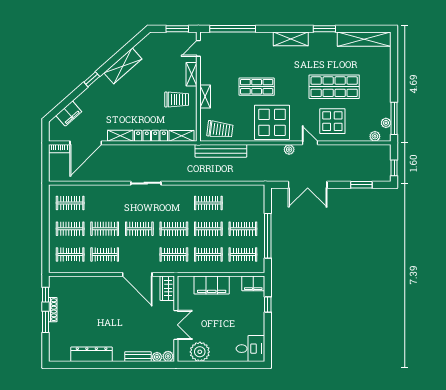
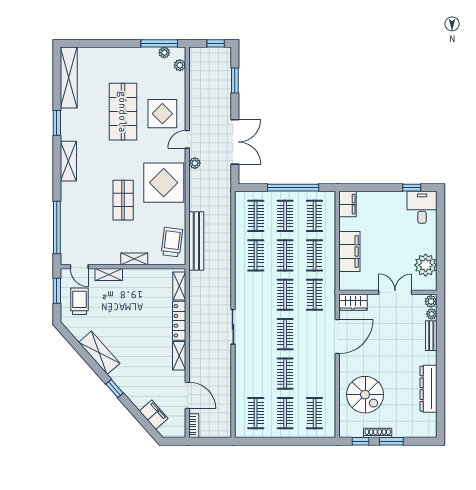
trolley: (177, 99) -> (80, 301), moved
door: (86, 143) -> (187, 395), width x0.73
clothes rail: (105, 254) -> (256, 216), moved
spiral stairs: (86, 299) -> (365, 395), added
window: (268, 304) -> (412, 188), moved

